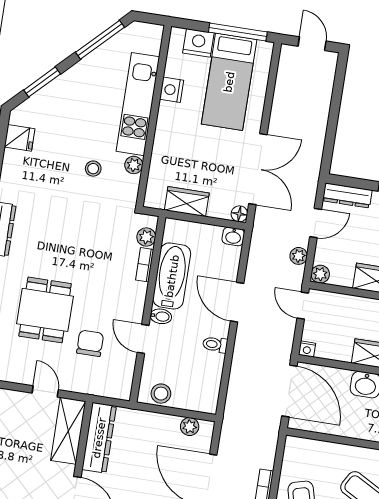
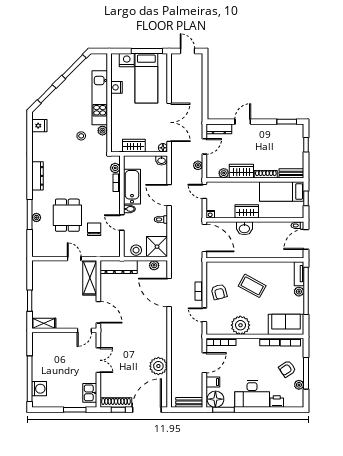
plant: (320, 274) -> (224, 173), moved
shower: (200, 393) -> (157, 247), added
dresser: (99, 438) -> (119, 267), moved, turned 90

